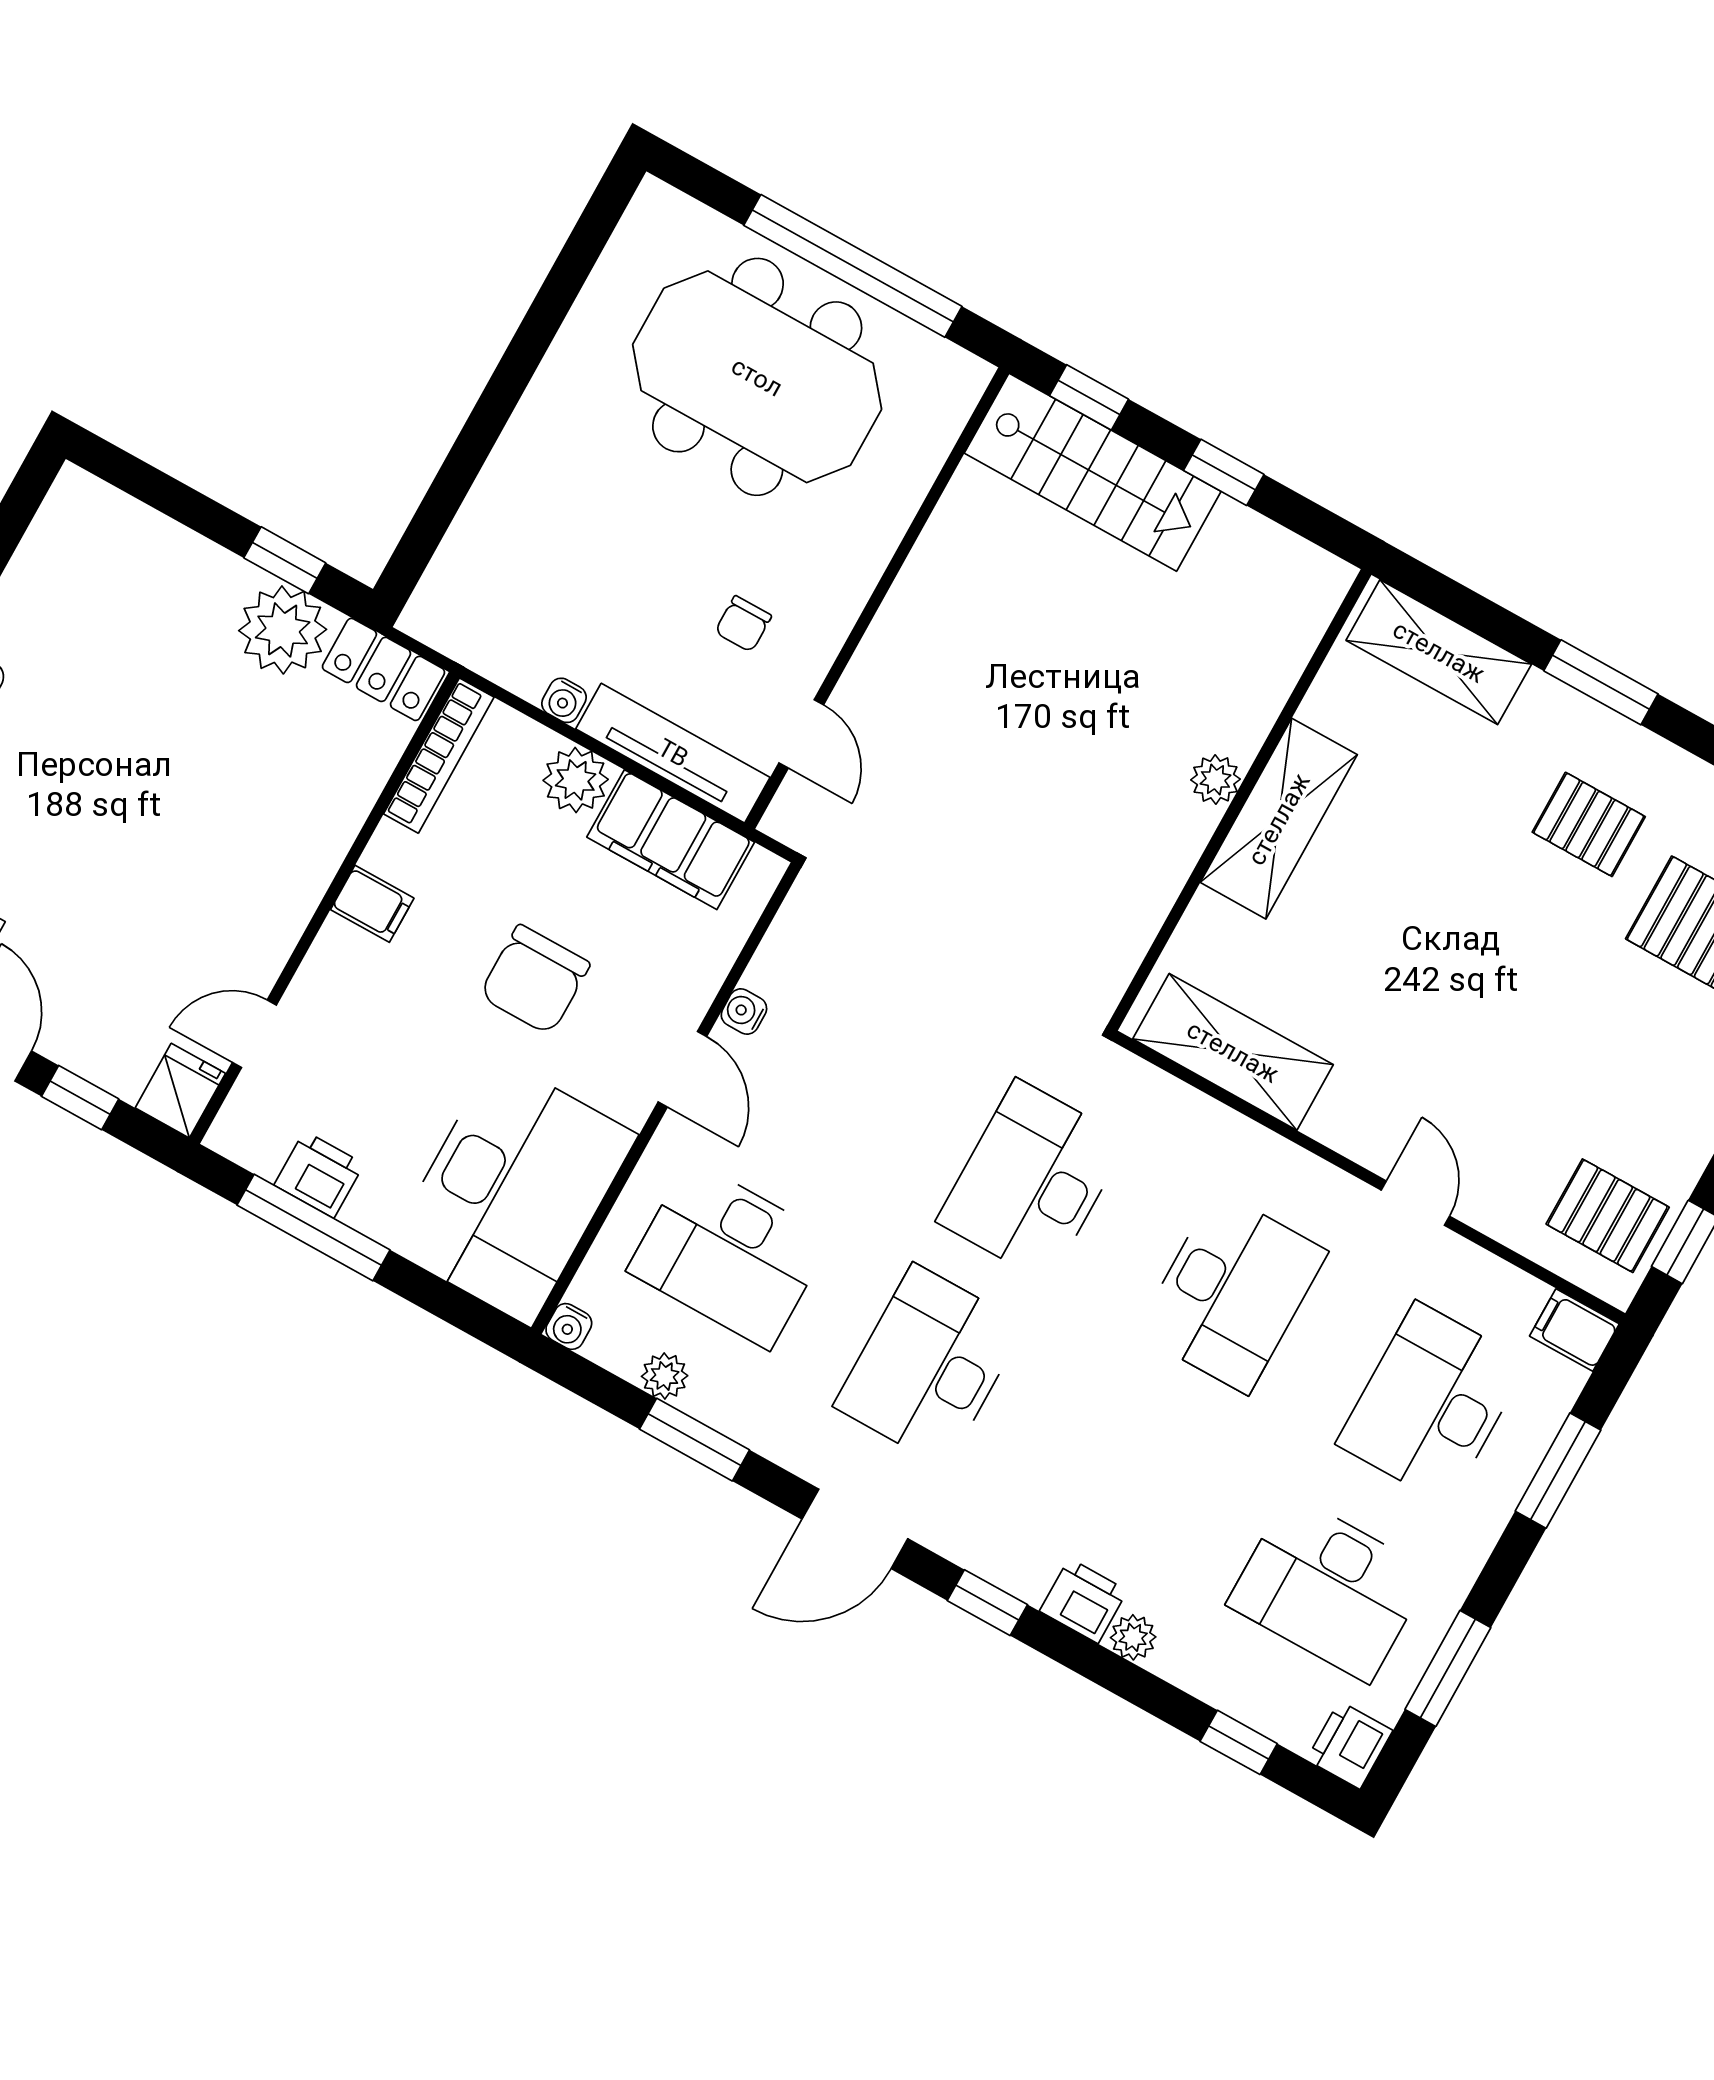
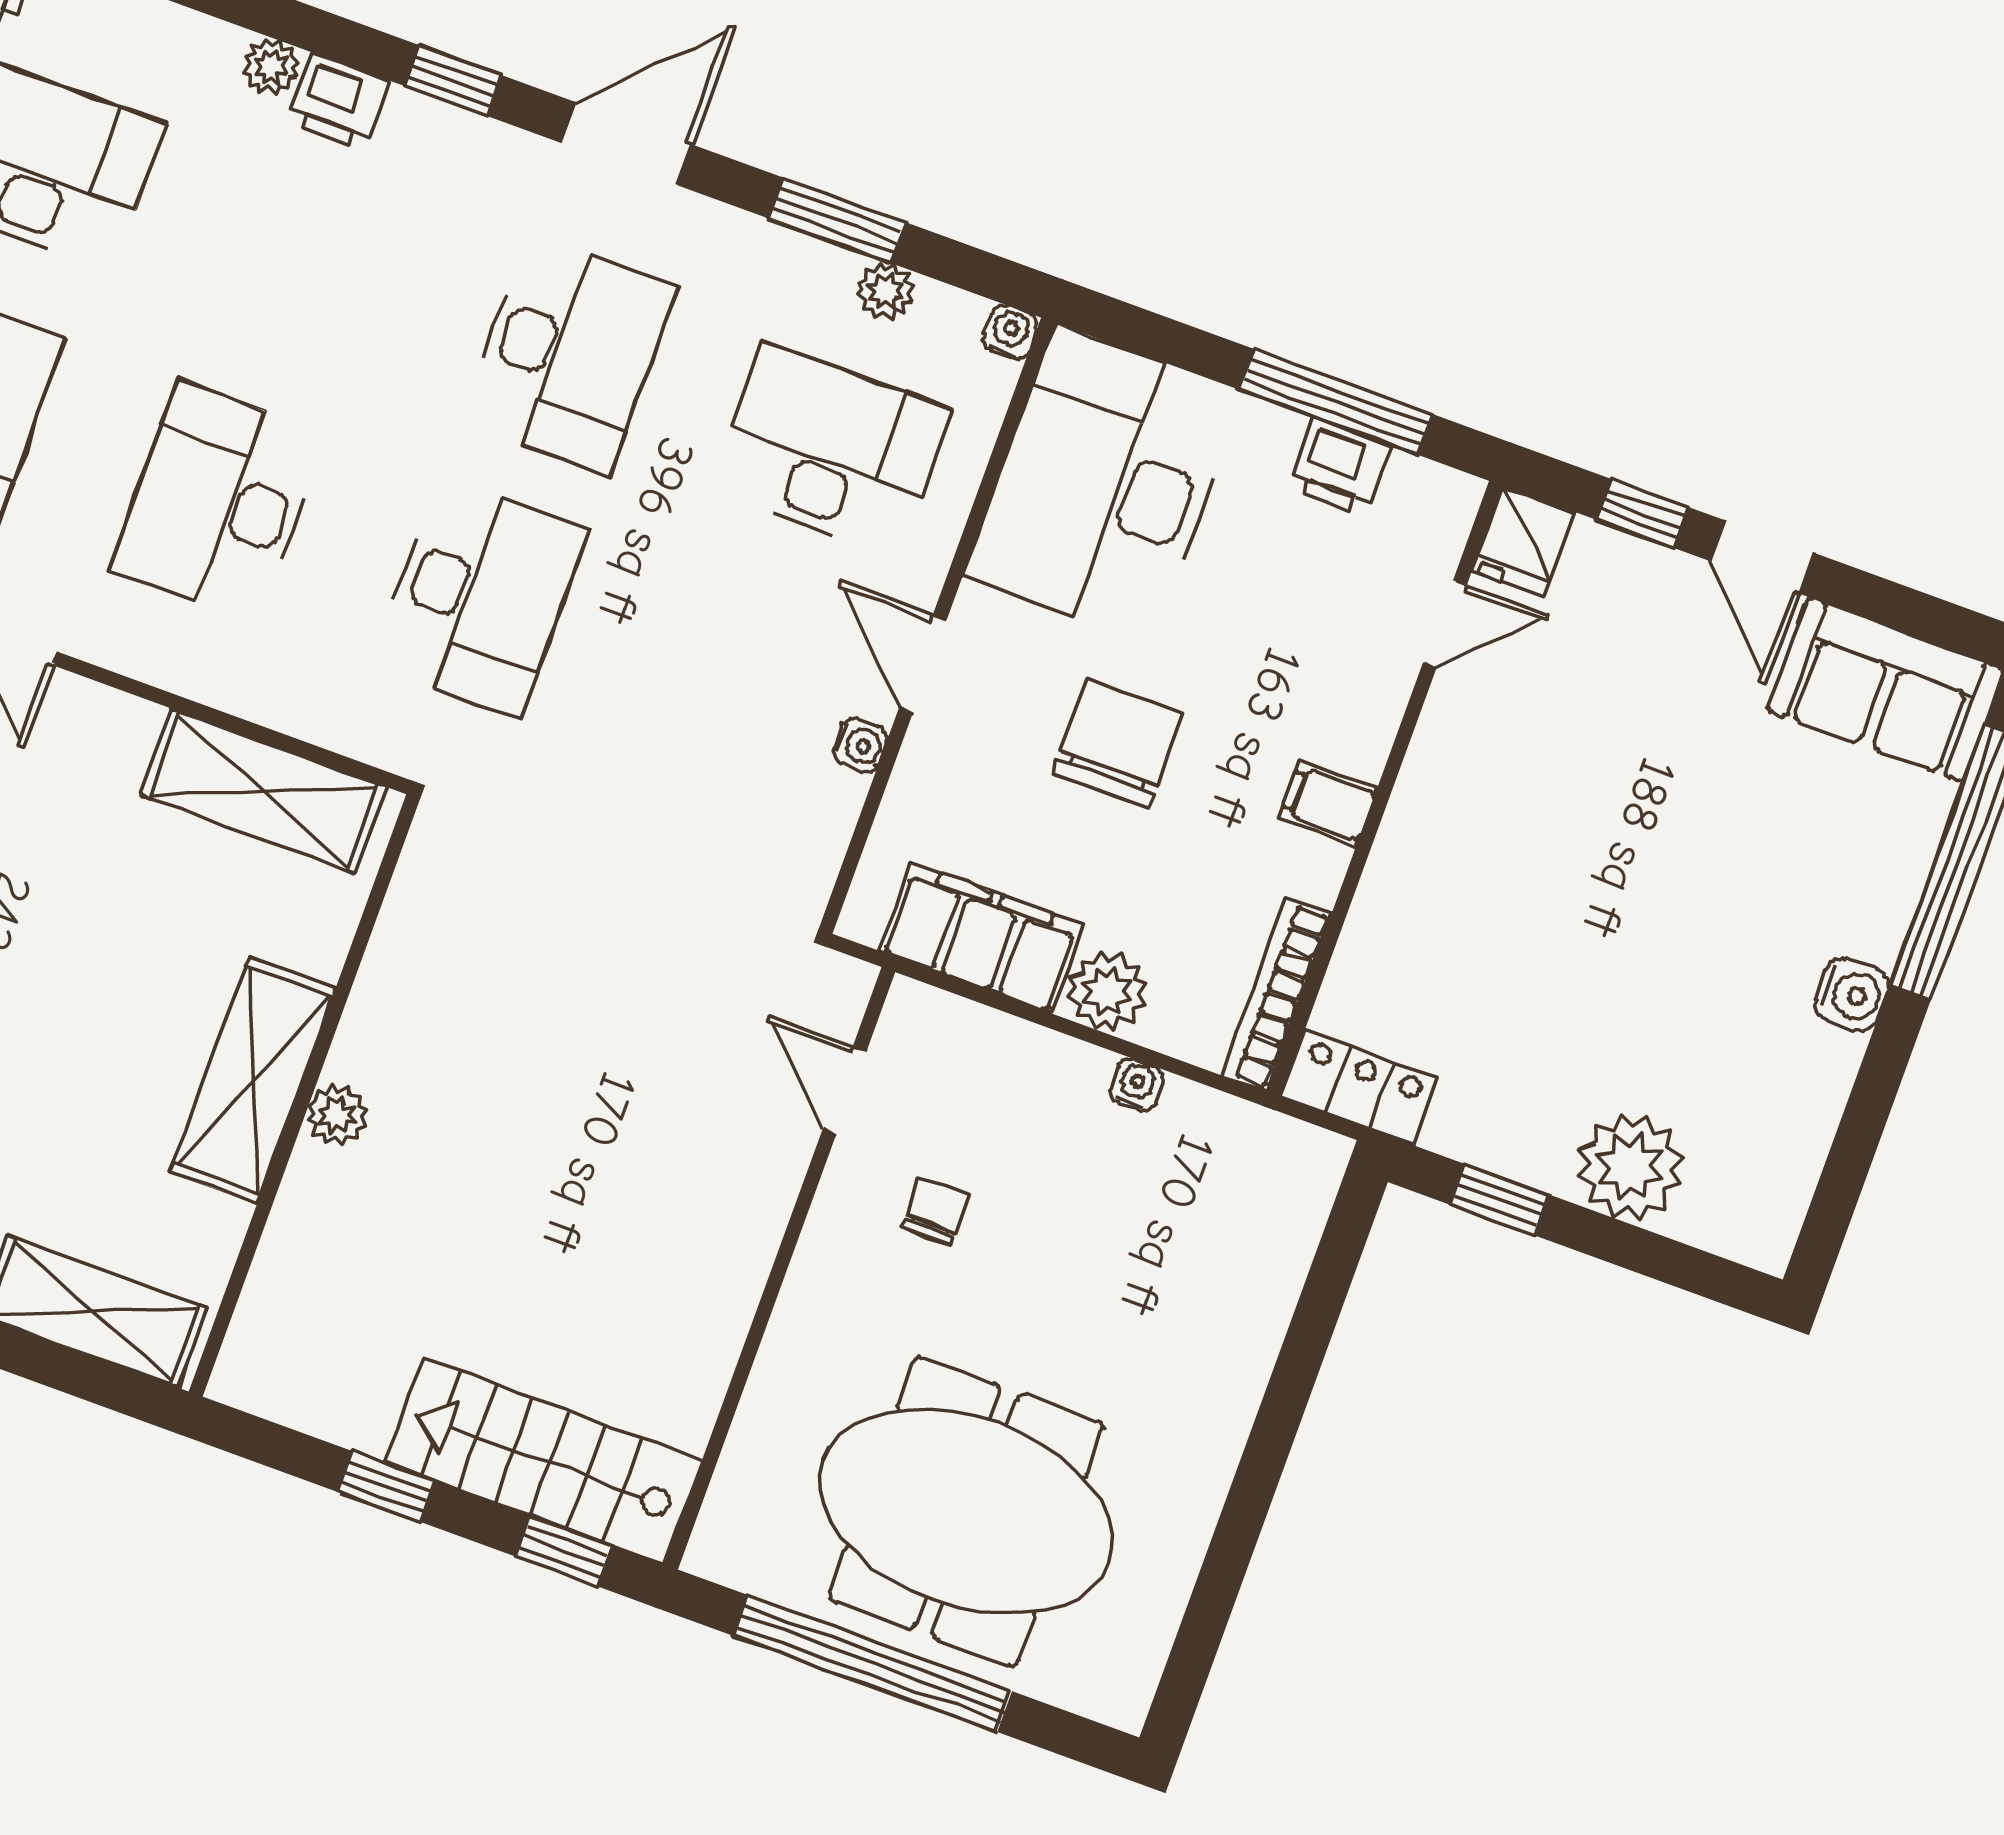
plant: (283, 630) -> (1630, 1167), moved
tv unit: (673, 753) -> (995, 1042), removed

